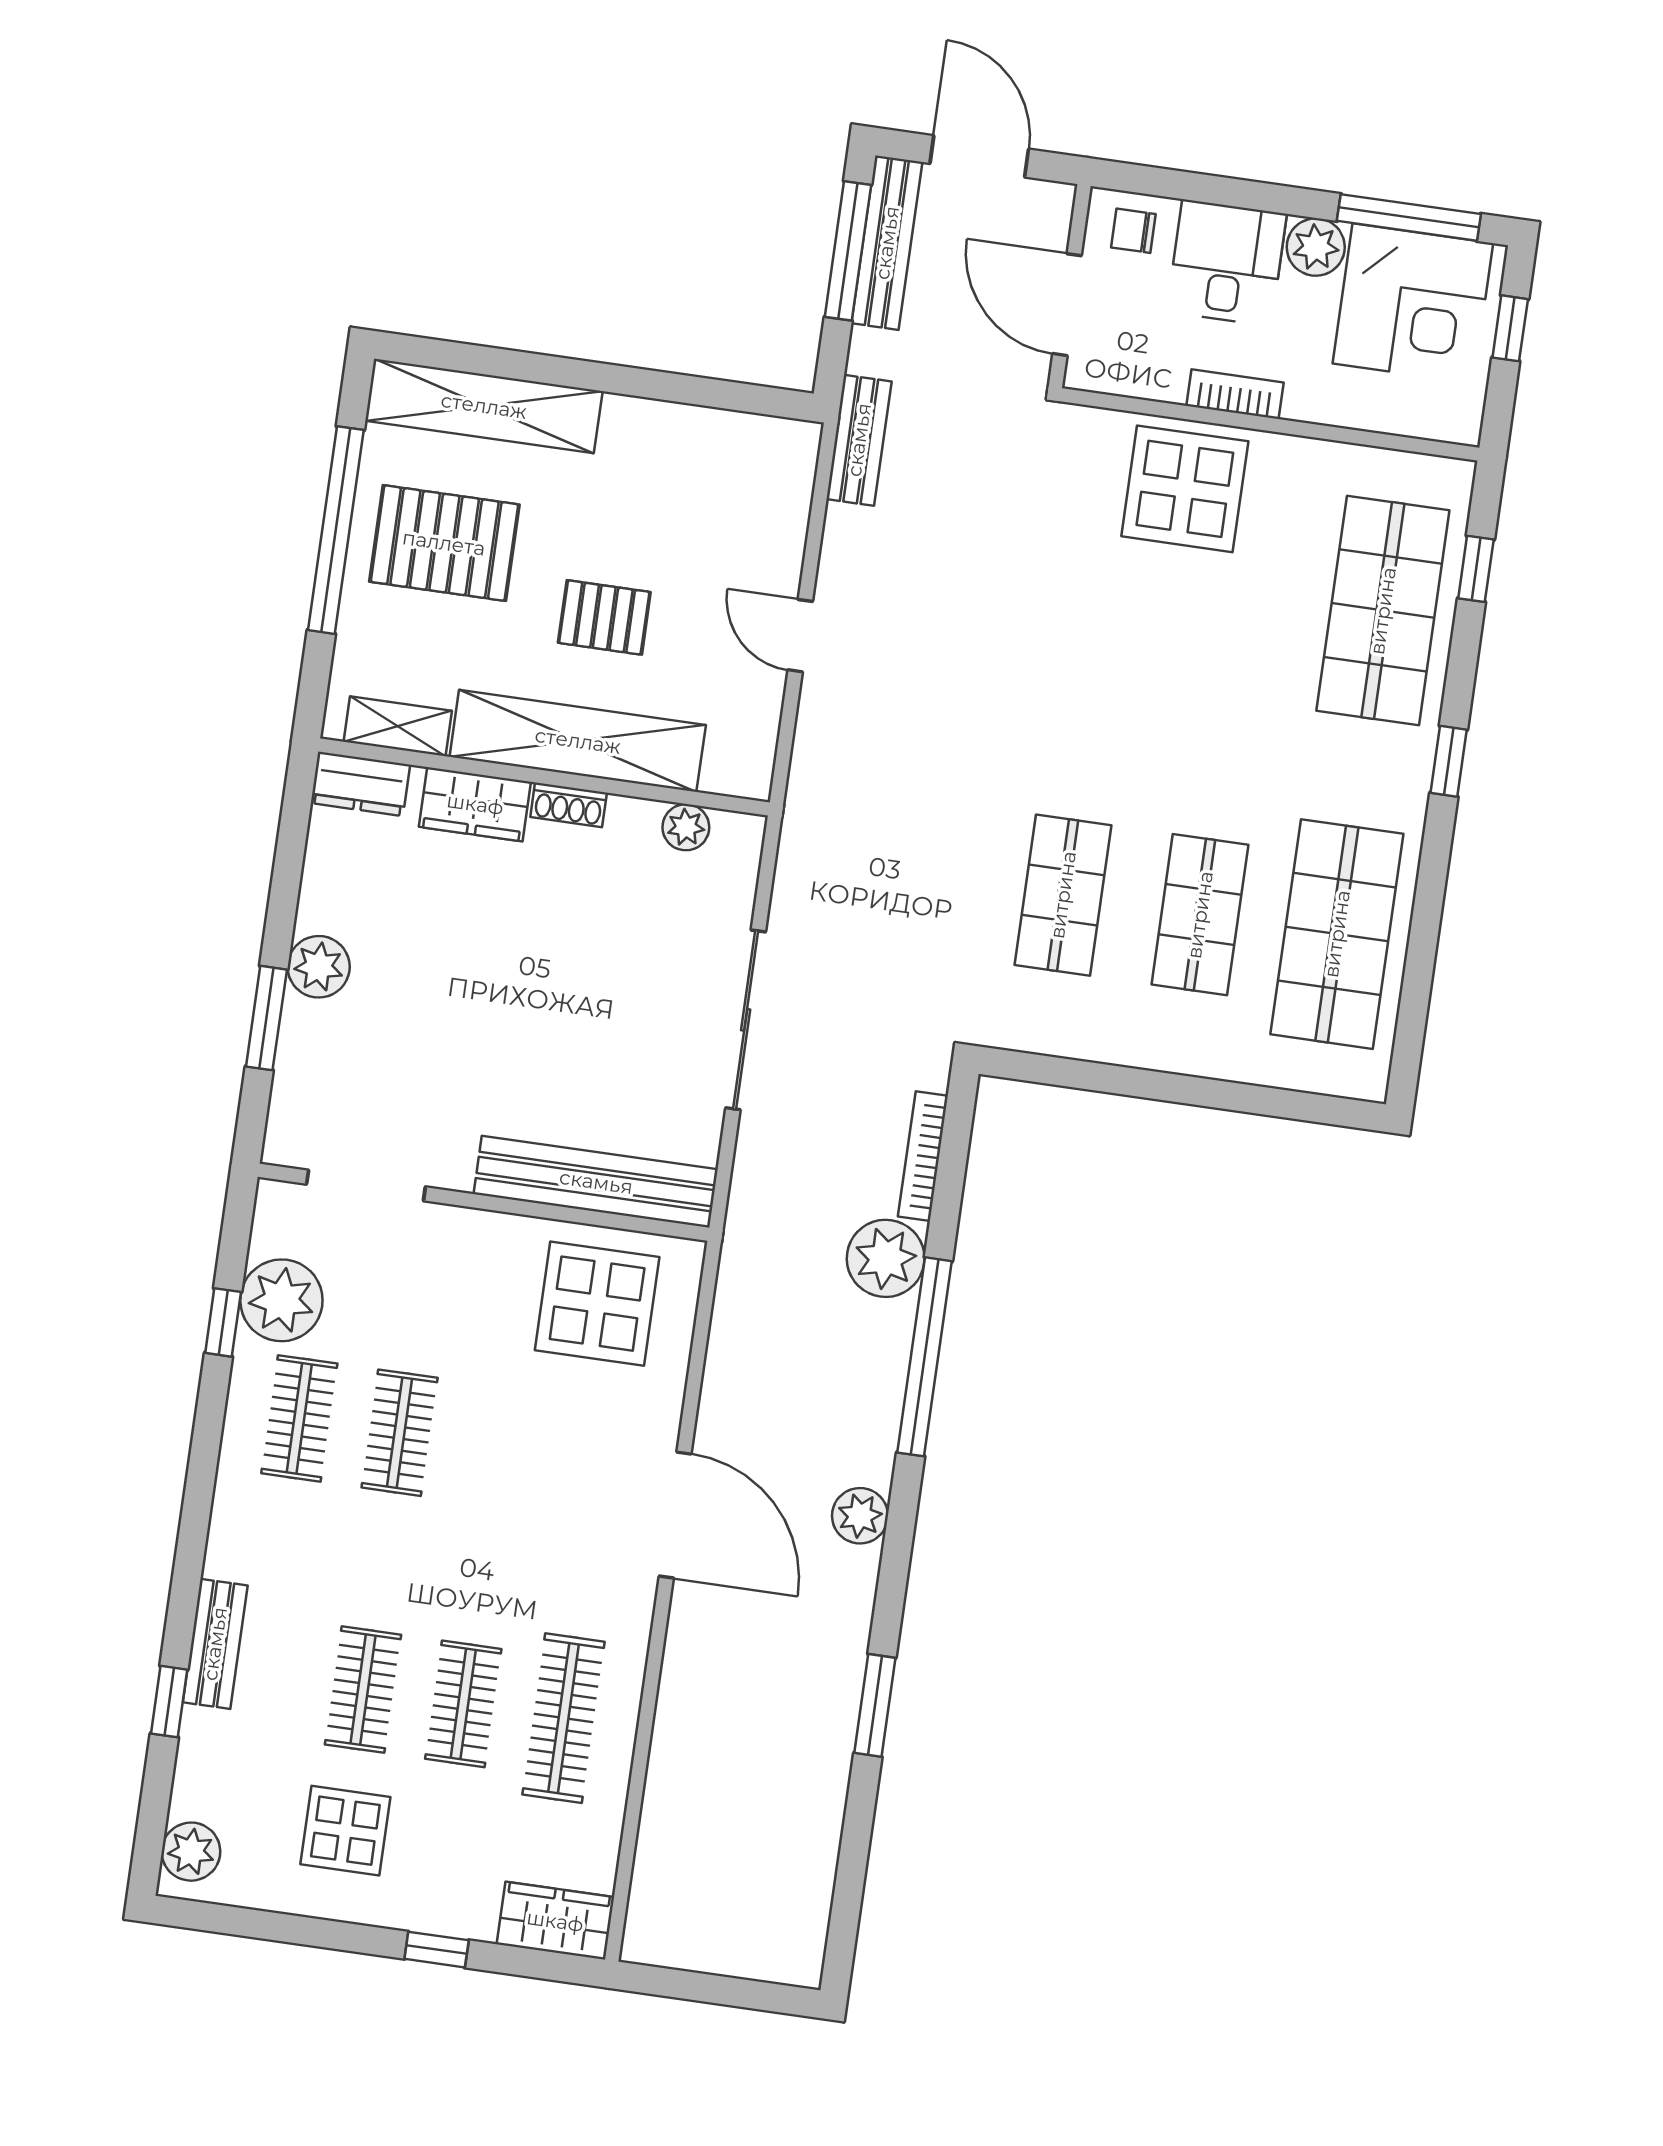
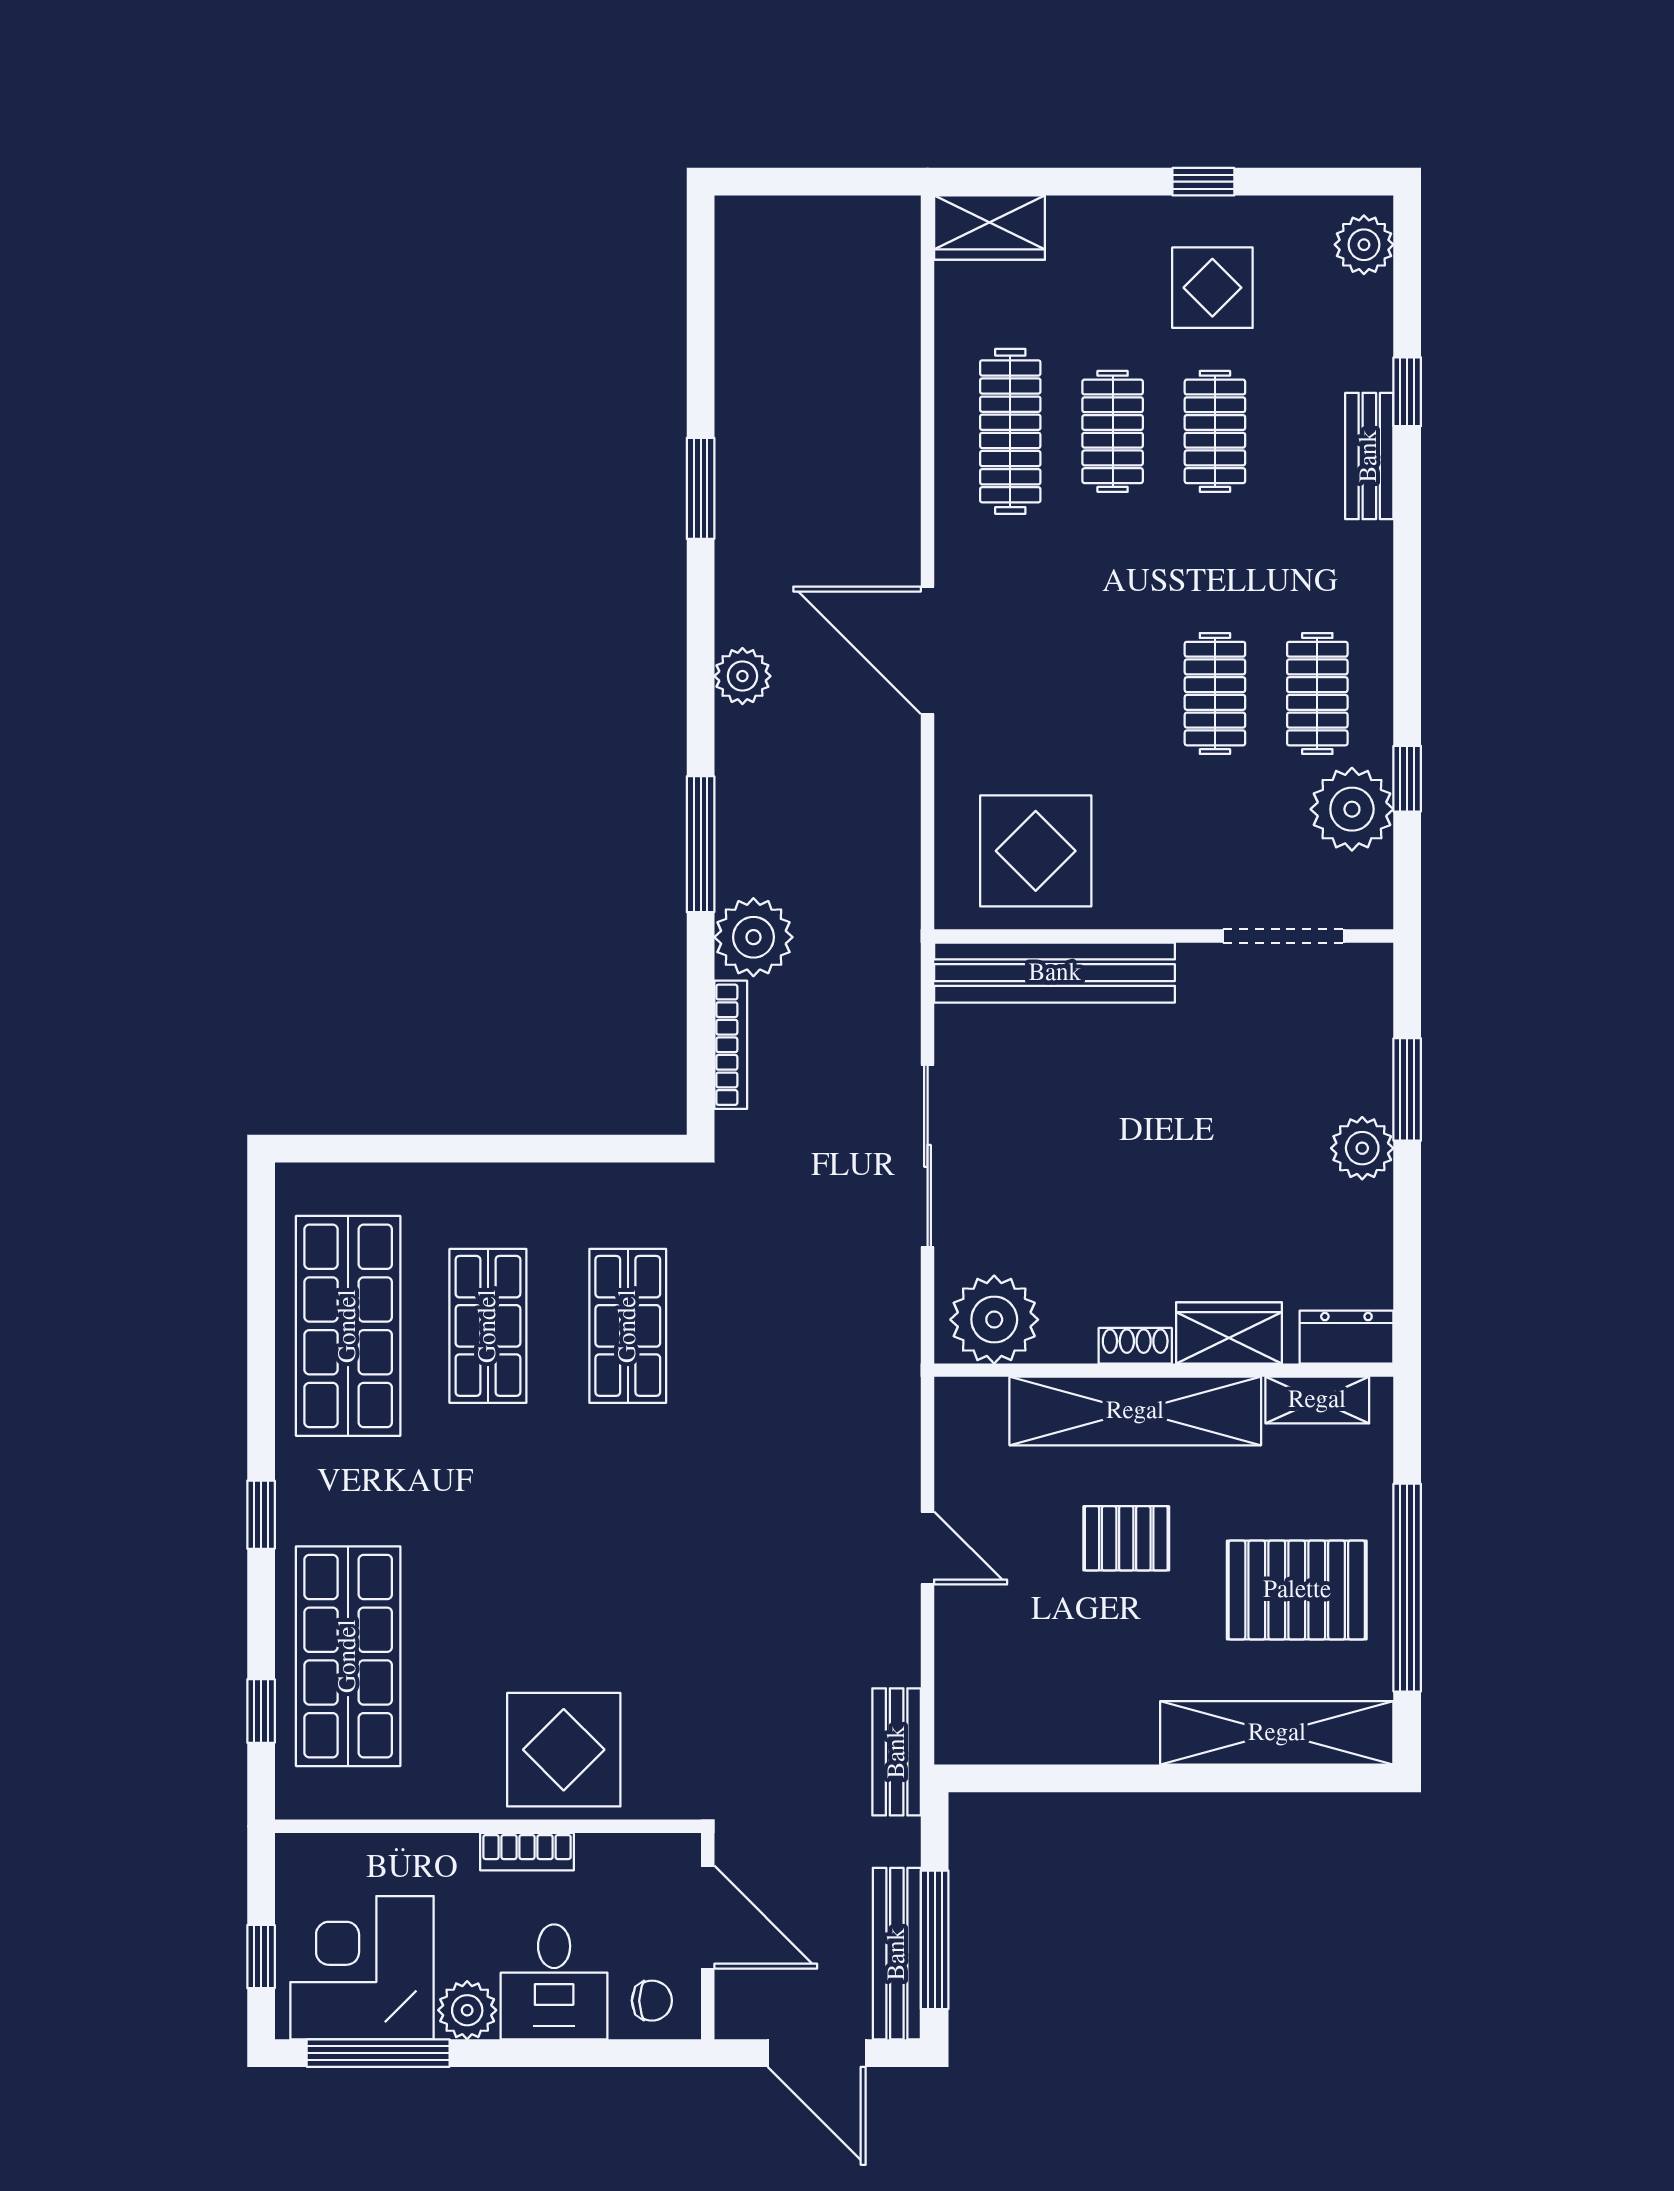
plant: (686, 827) -> (994, 1320), width x1.88, depth x1.88
window: (924, 1357) -> (701, 844), width x0.68
window: (437, 1950) -> (1203, 182), moved

